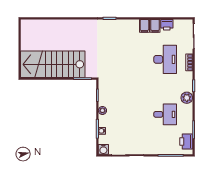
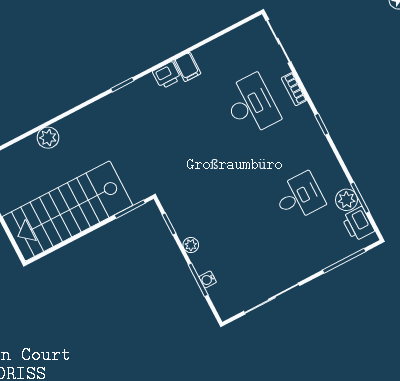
plant: (62, 25) -> (48, 138), added
printer: (167, 25) -> (167, 75), moved
filing cabinet: (155, 26) -> (205, 58), removed
plant: (187, 98) -> (347, 200), moved
water cooler: (103, 149) -> (226, 309), removed

